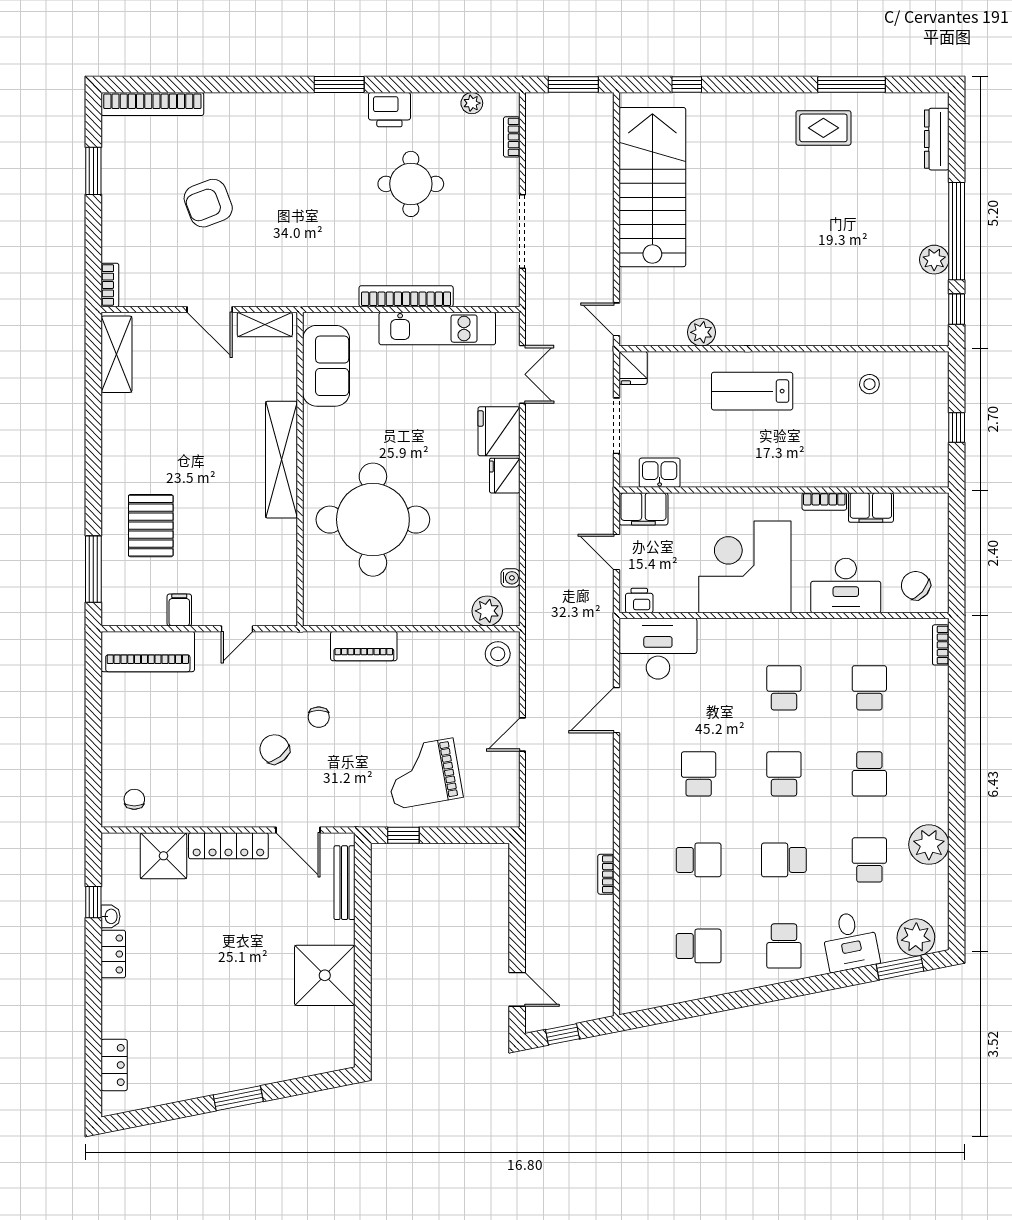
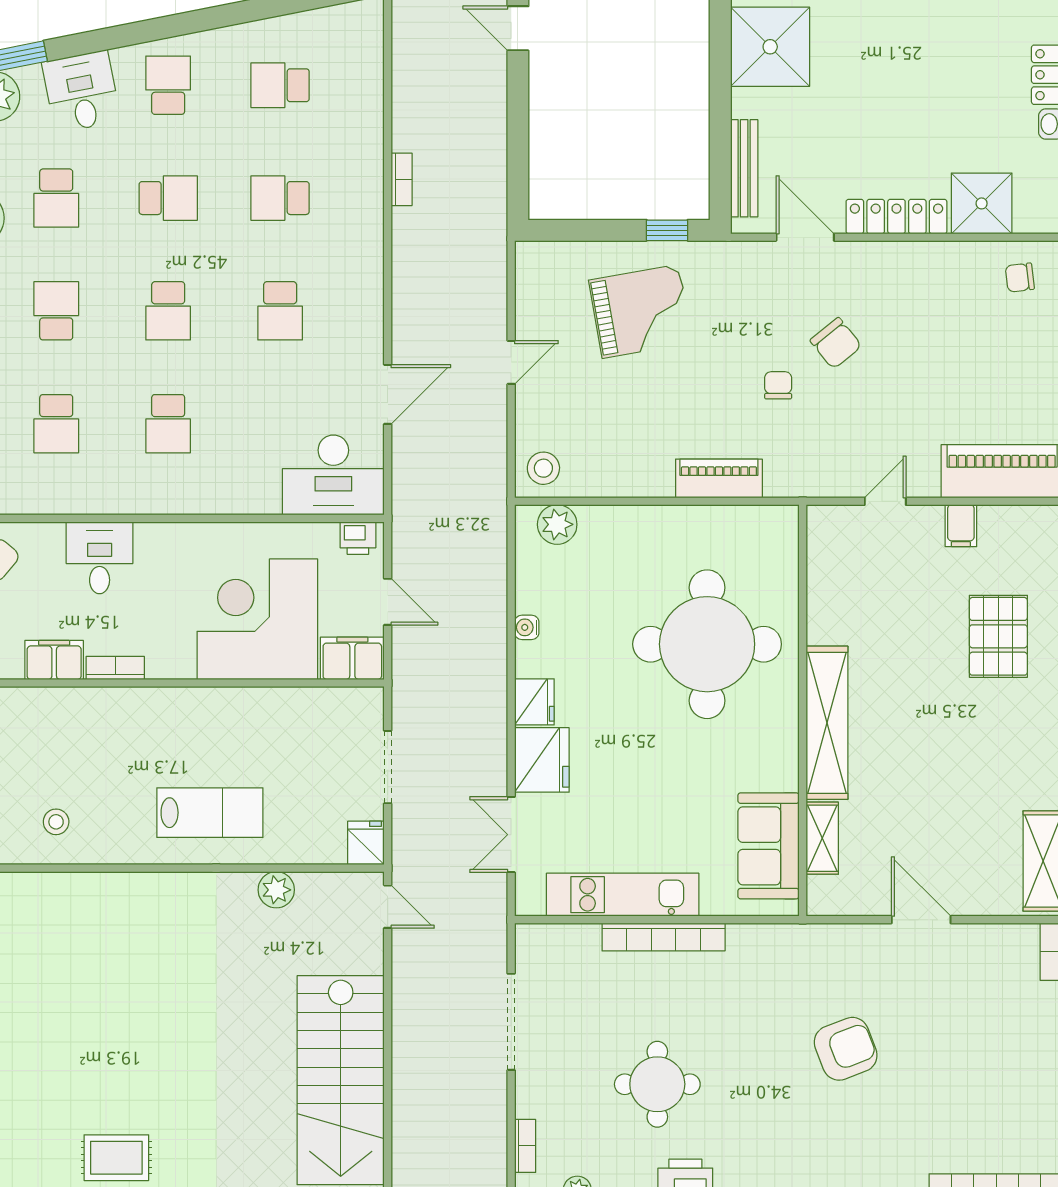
armchair: (208, 203) -> (846, 1049), moved
shelving: (265, 324) -> (822, 838), moved, turned 90
kitchen sink: (660, 473) -> (331, 706), removed
corner desk: (745, 567) -> (257, 619), moved, turned 180
water cooler: (510, 578) -> (527, 627), moved
desk: (846, 586) -> (100, 558), width x0.73
chair: (134, 799) -> (1020, 278), turned 83

